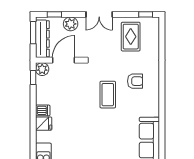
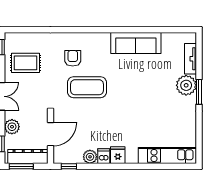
door: (64, 60) -> (50, 134), swing flipped
plant: (42, 69) -> (90, 157), moved
coffee table: (108, 95) -> (87, 87), width x1.36, depth x1.32

